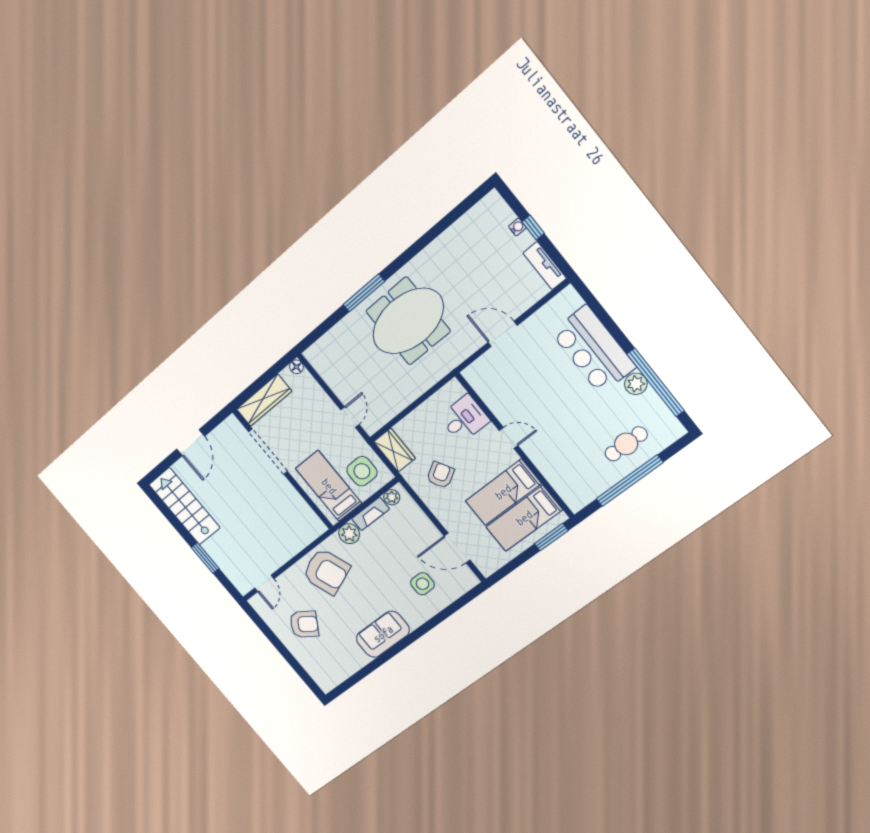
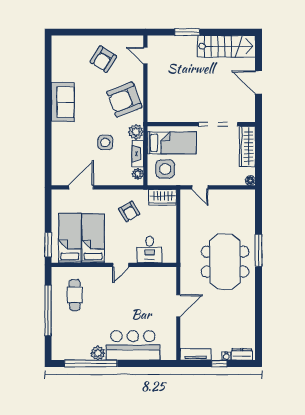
dresser: (500, 210) -> (242, 354), added
cafe table: (626, 444) -> (75, 295), moved
side table: (422, 584) -> (105, 142), moved

